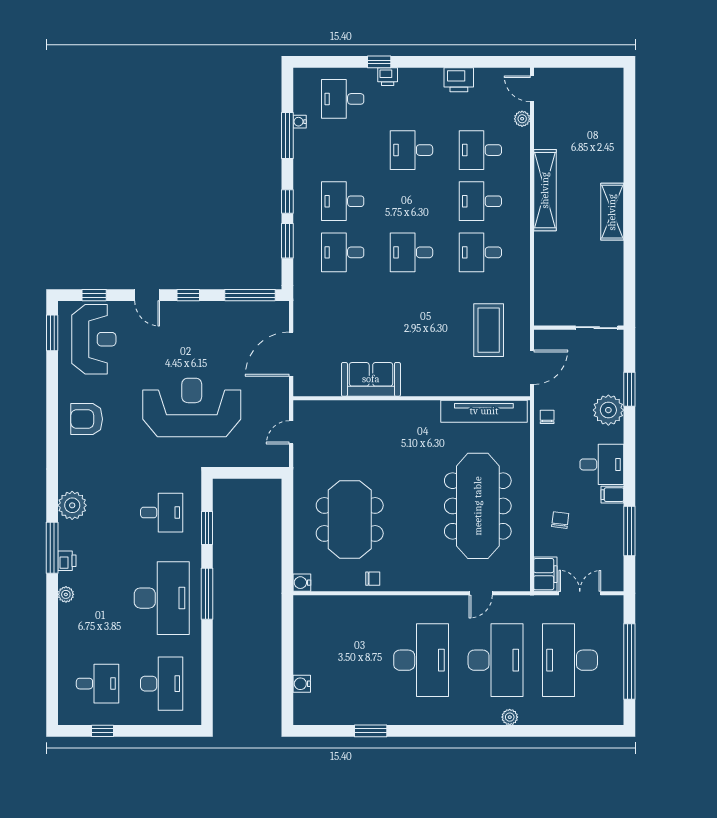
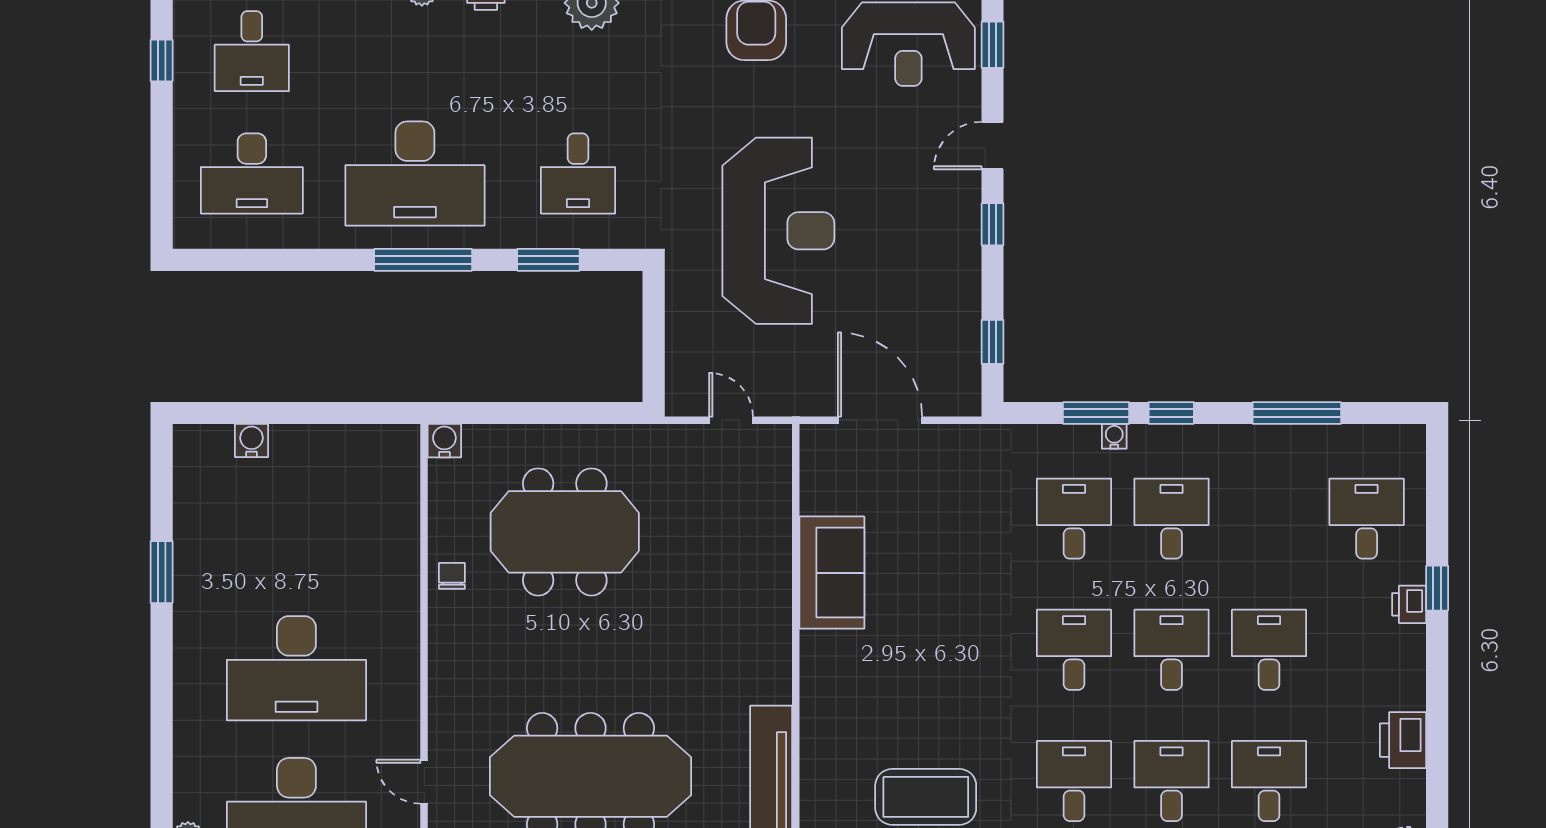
water cooler: (300, 122) -> (1114, 436), moved
desk: (412, 201) -> (1172, 650), added
window: (250, 295) -> (993, 342), width x0.46
chair: (373, 579) -> (452, 576), turned 180

